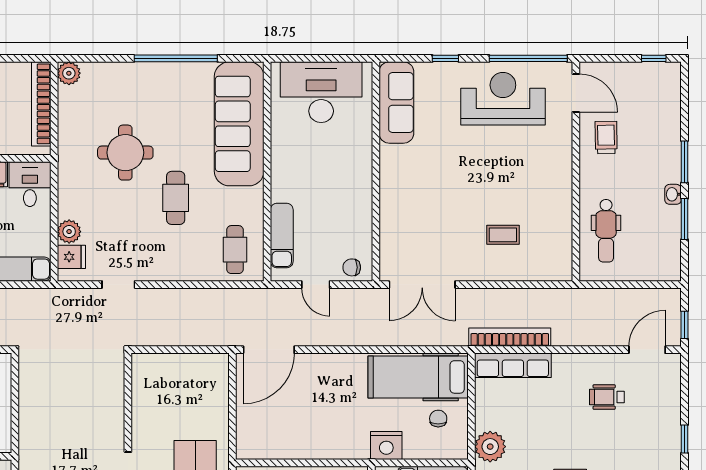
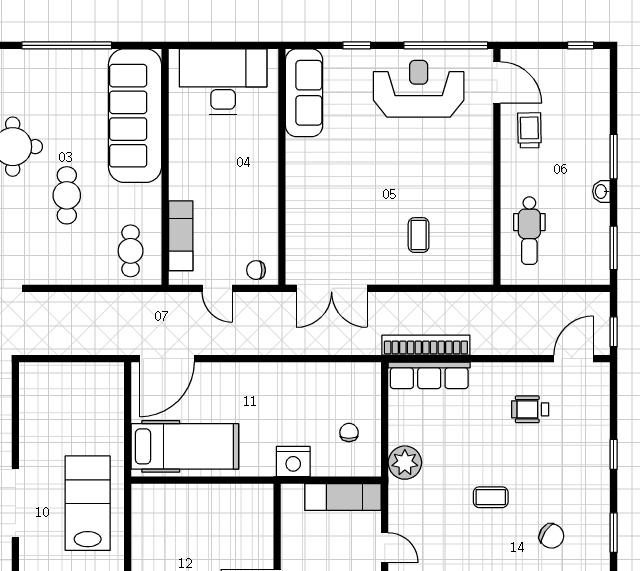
window: (684, 219) -> (614, 248), moved
coffee table: (503, 235) -> (419, 235), turned 90
hospital bed: (418, 377) -> (185, 446), moved, turned 180

